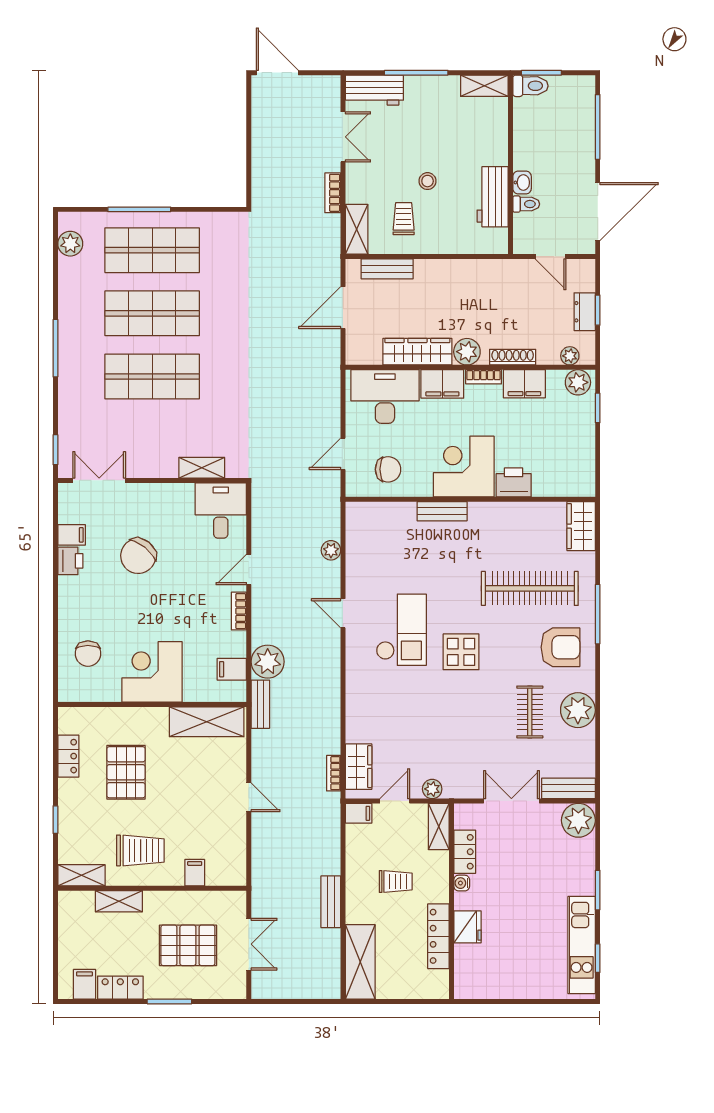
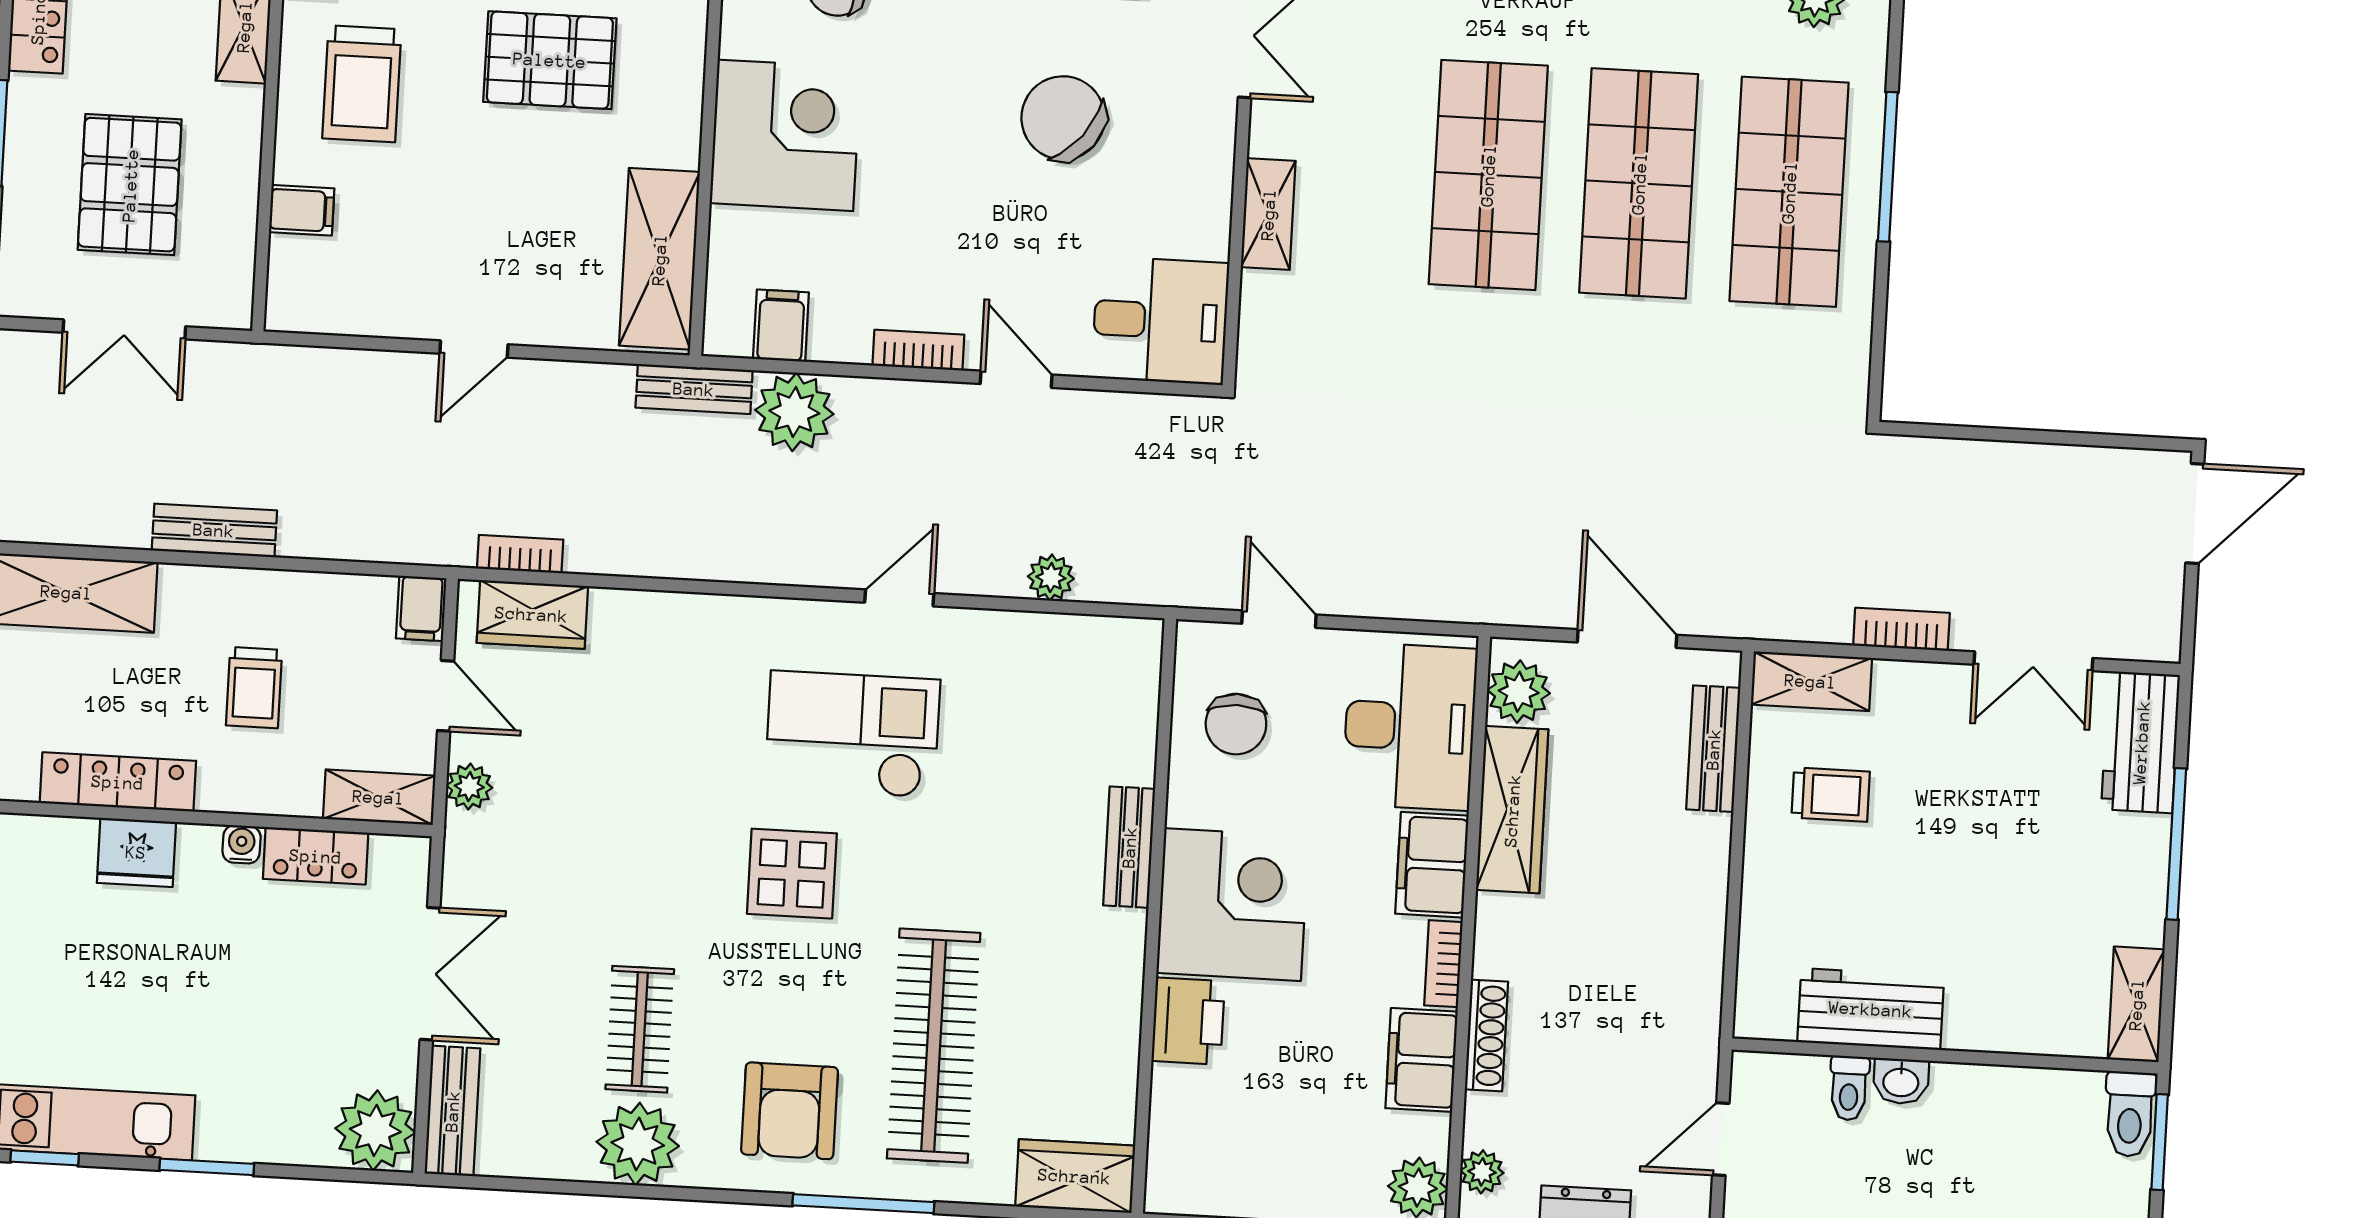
stool: (428, 181) -> (1917, 856), removed
plant: (467, 352) -> (1519, 692), moved
shelving: (202, 468) -> (1268, 214), moved
checkout: (401, 630) -> (852, 734), turned 180
clothes rail: (530, 712) -> (640, 1029), turned 90

